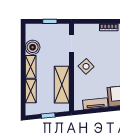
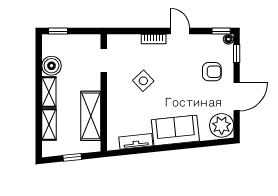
window: (50, 21) -> (58, 31), moved
side table: (86, 66) -> (143, 81), moved

